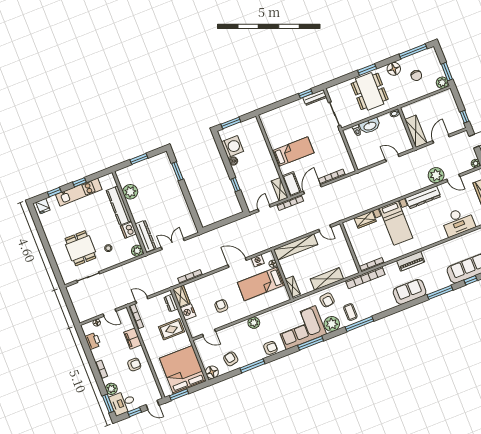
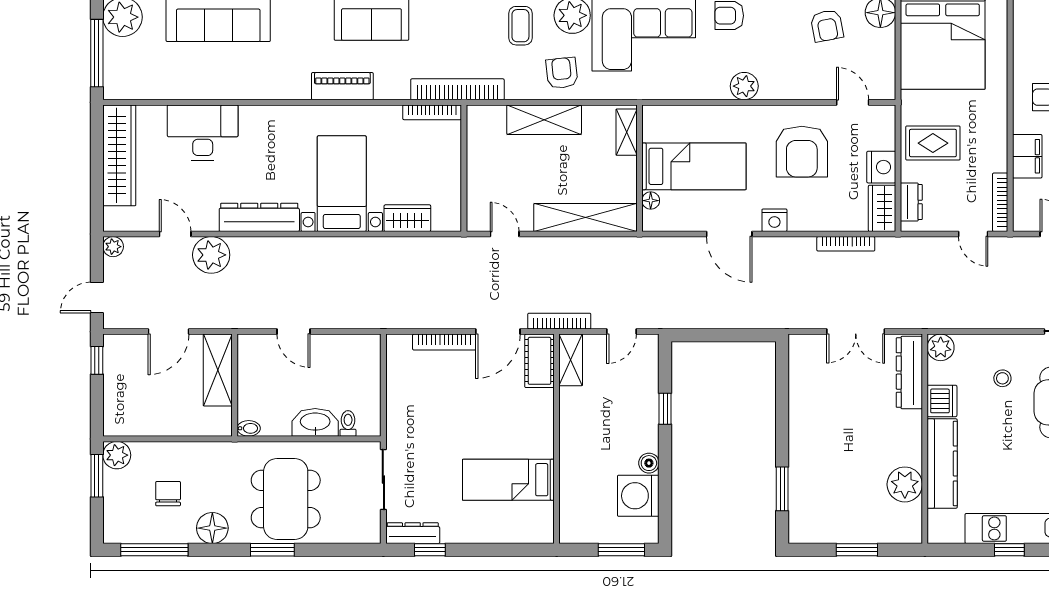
bed: (293, 152) -> (508, 480), moved
nightstand: (258, 261) -> (774, 220), moved
armchair: (221, 306) -> (802, 152), width x1.88, depth x1.88

